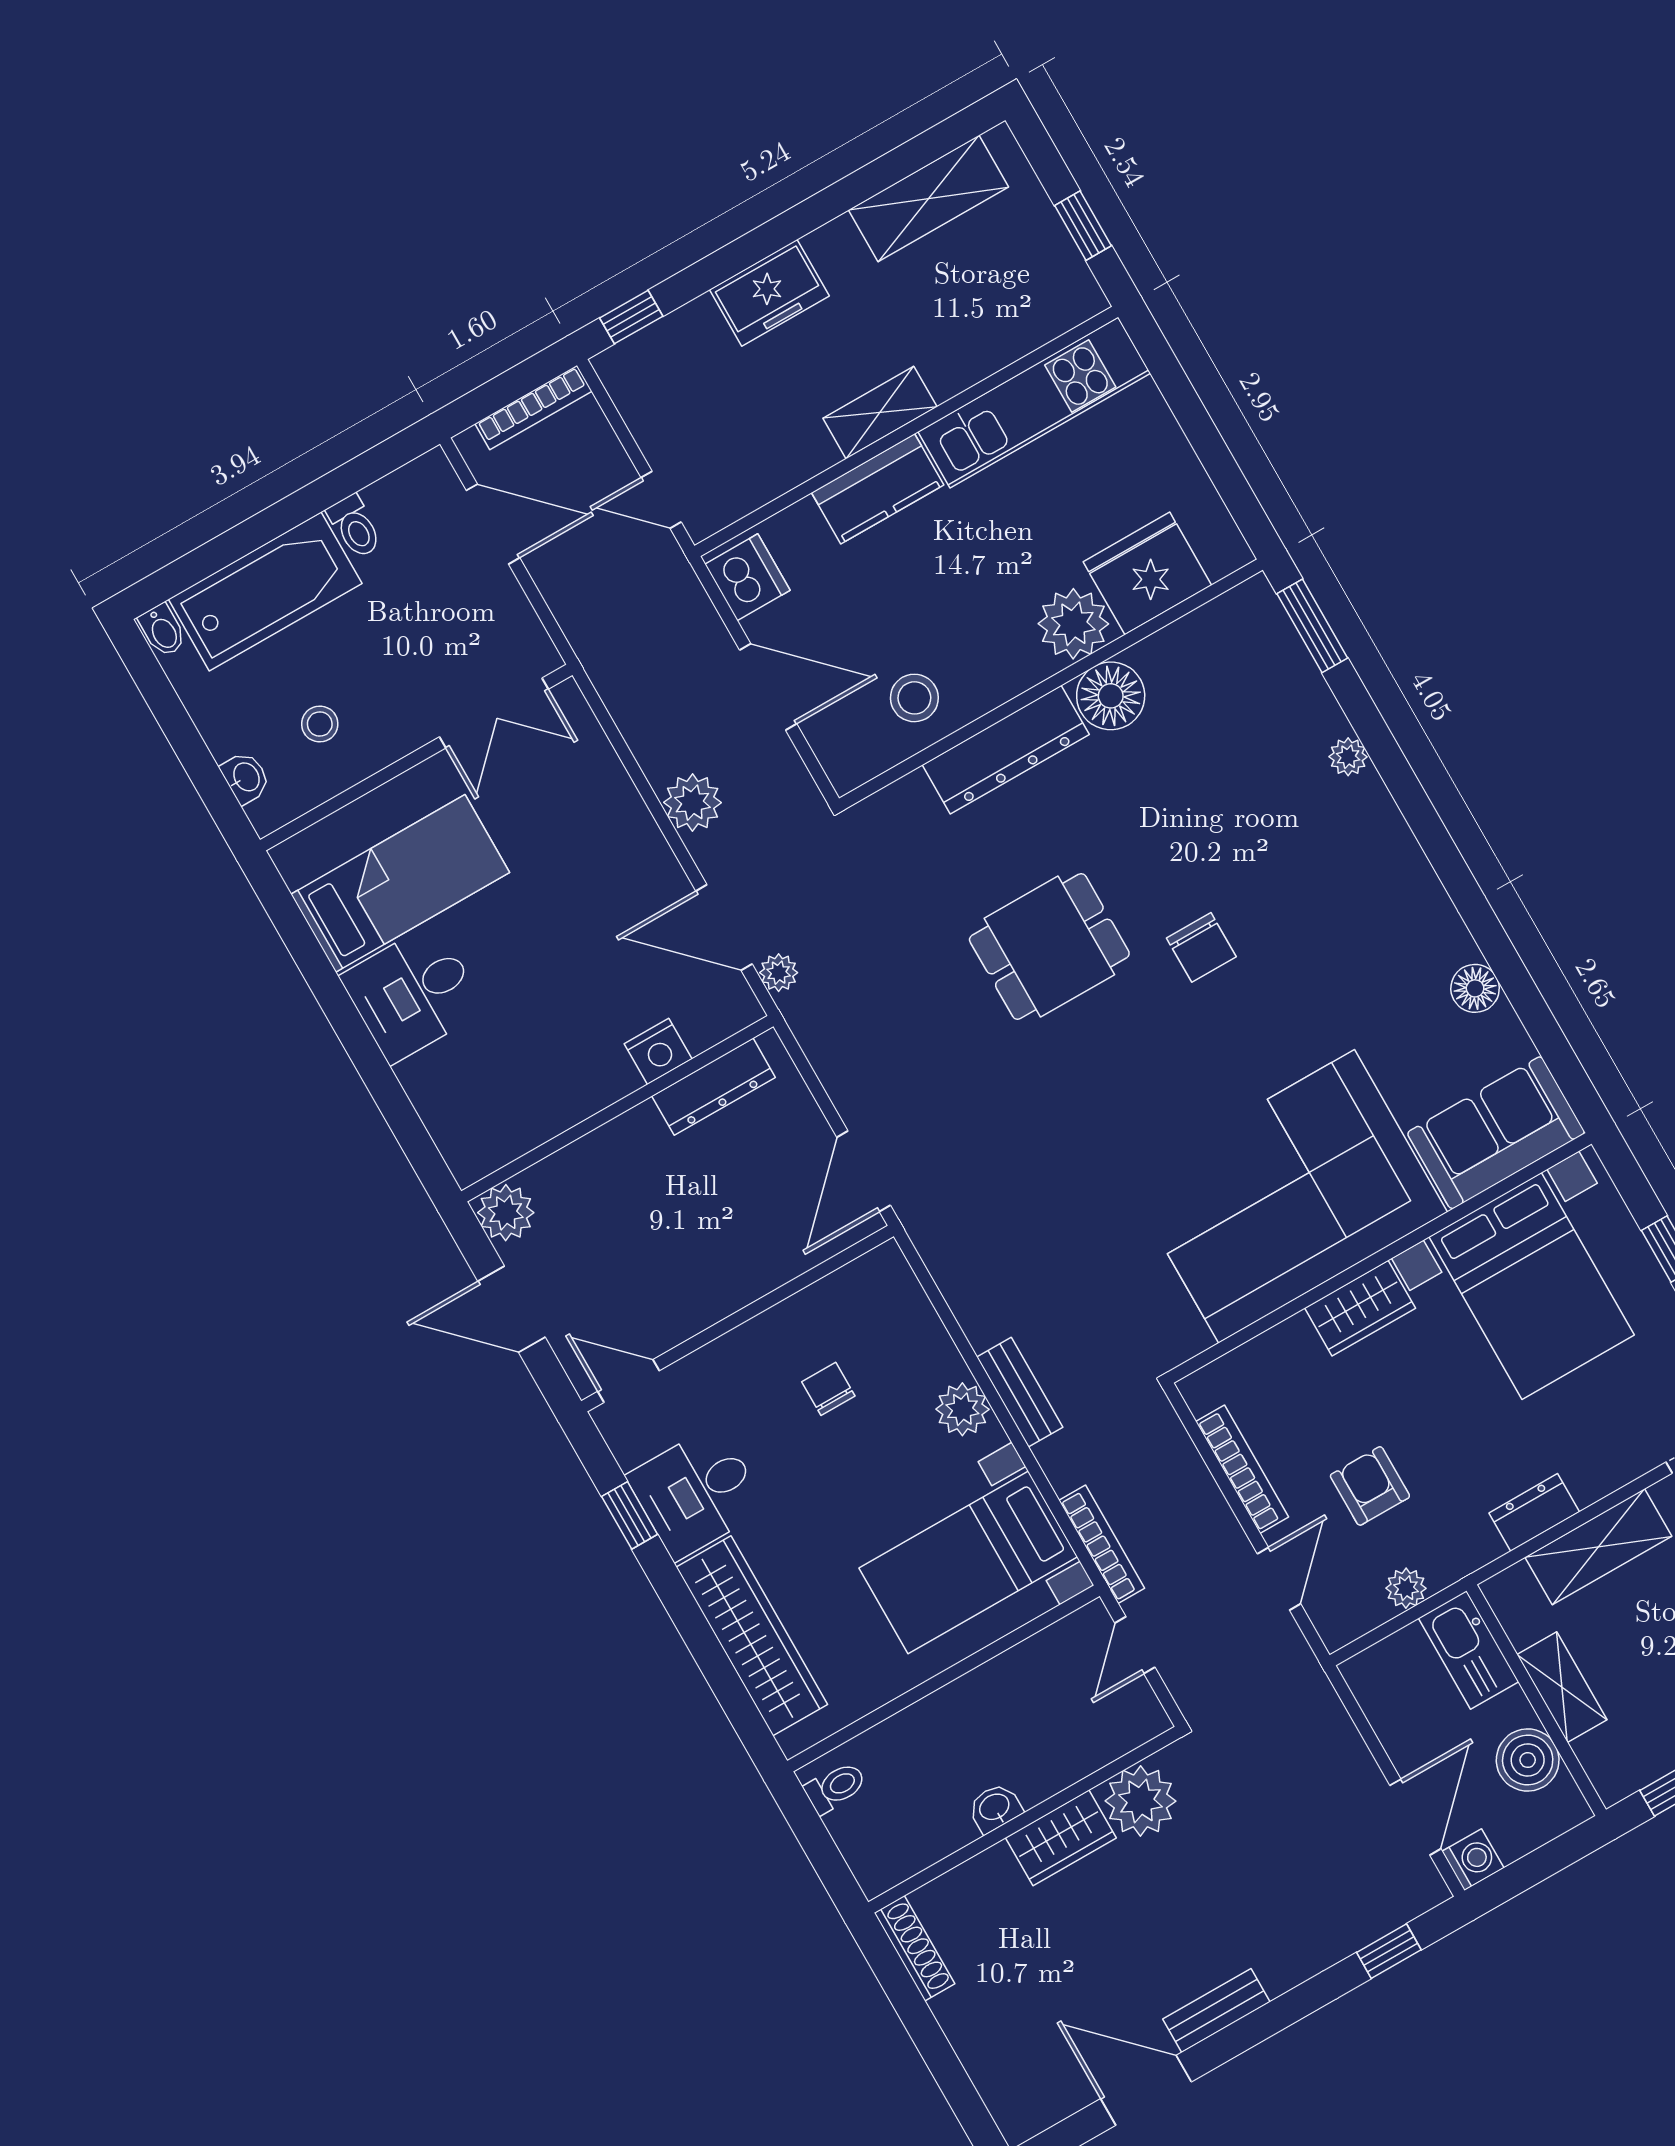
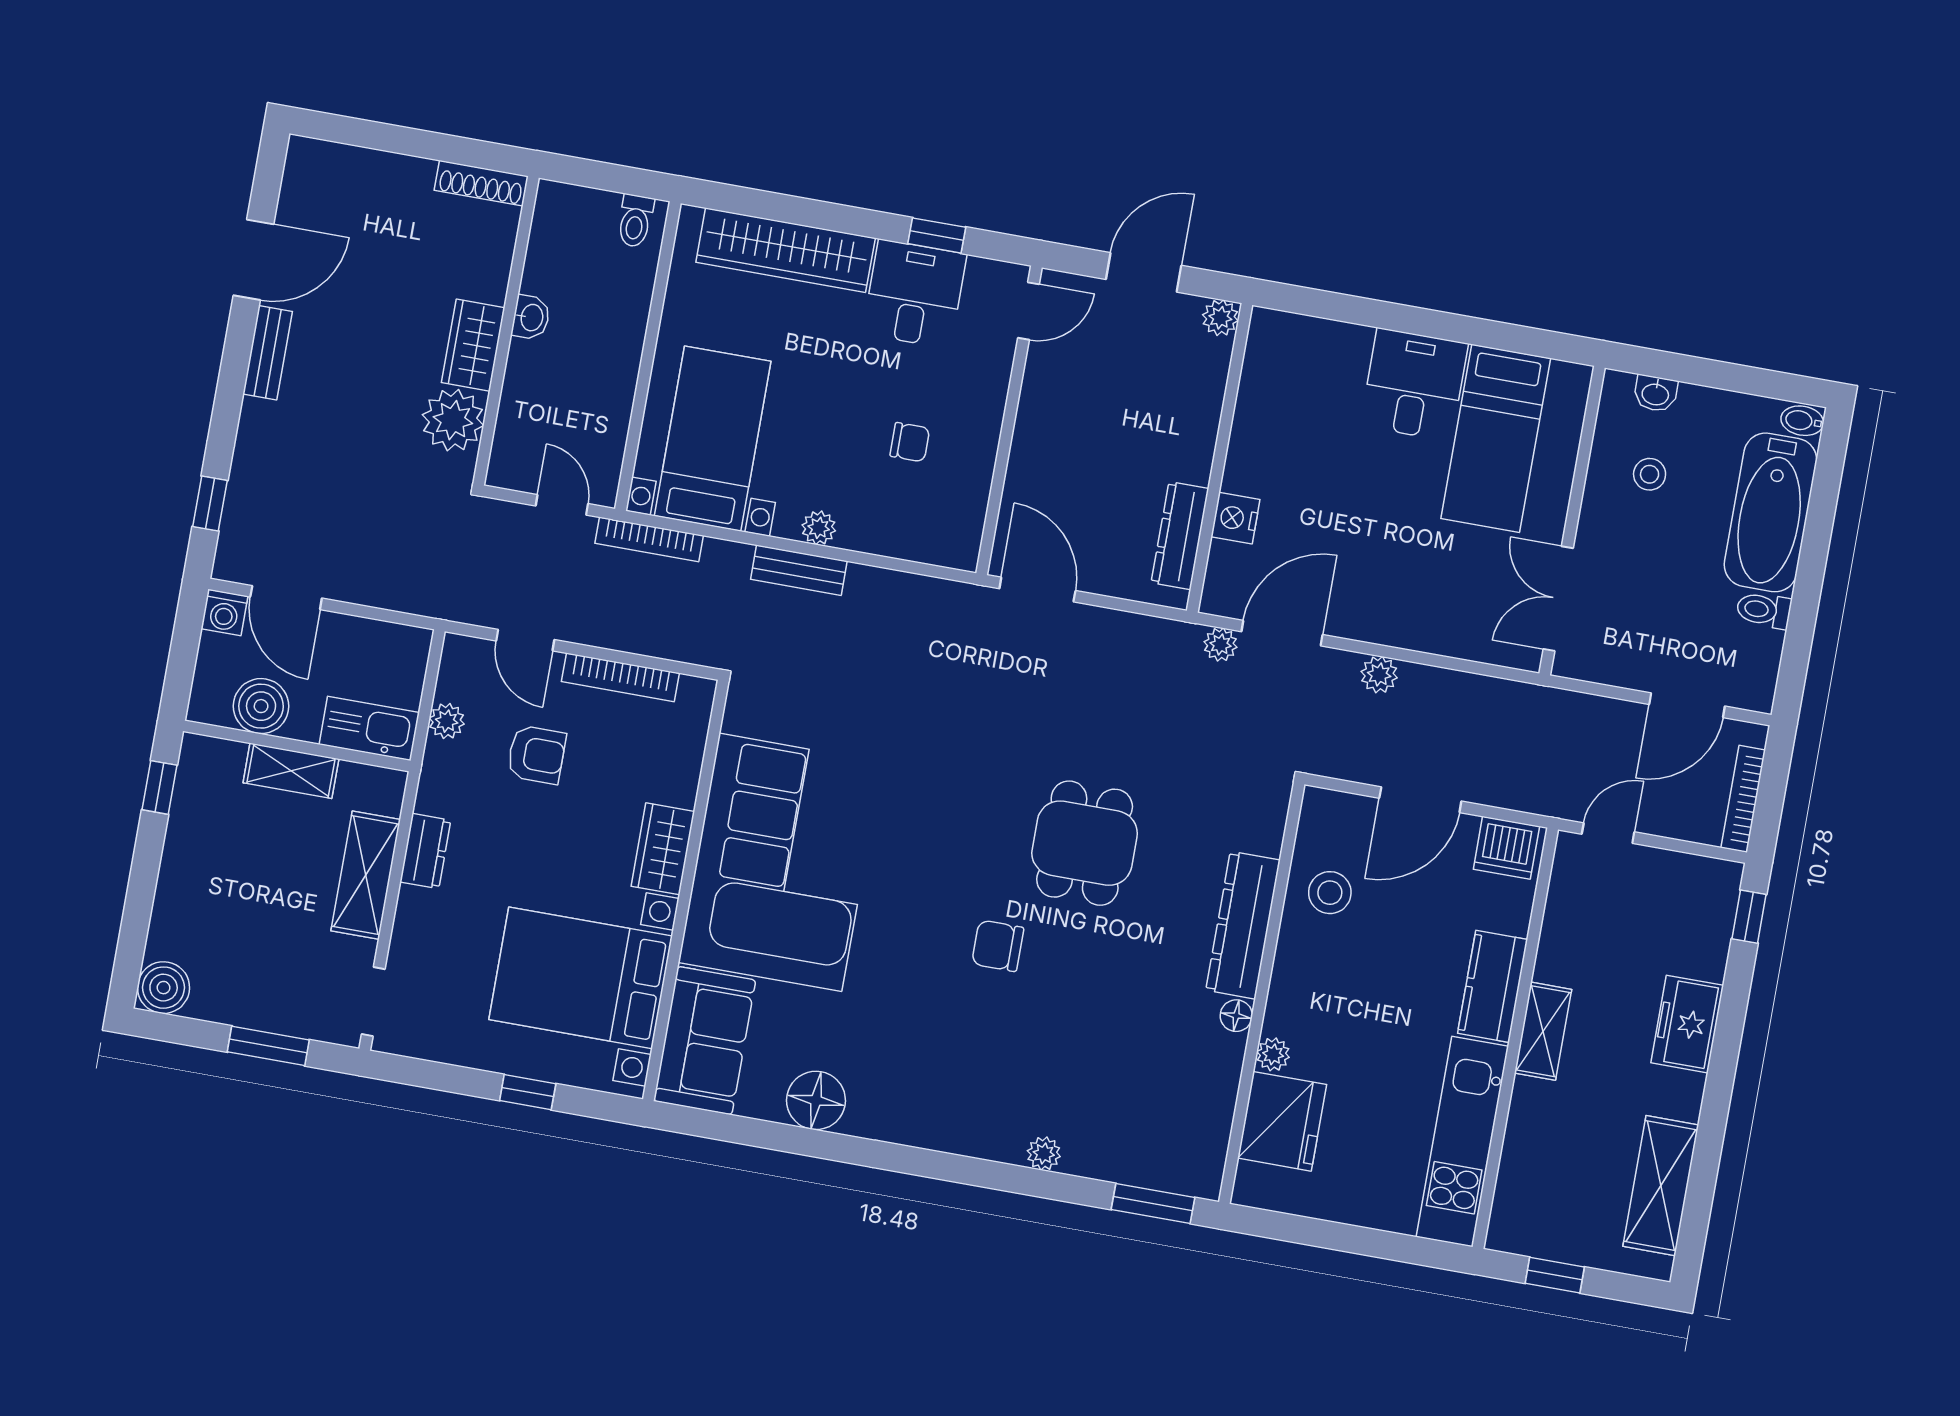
plant: (1073, 624) -> (1273, 1054), width x0.53, depth x0.53
floor lamp: (1111, 696) -> (1236, 1016), width x0.53, depth x0.53
plant: (693, 803) -> (1379, 675), width x0.73, depth x0.73
floor lamp: (1475, 988) -> (816, 1100), width x1.38, depth x1.38
plant: (506, 1213) -> (1220, 318), width x0.73, depth x0.73
plant: (962, 1409) -> (819, 528), width x0.73, depth x0.73

